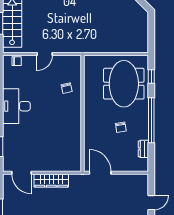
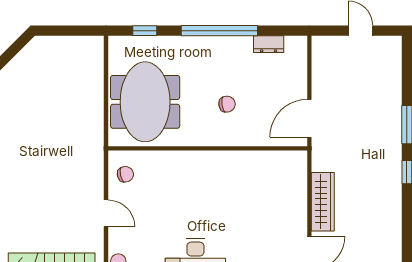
meeting table: (124, 84) -> (145, 102), moved, turned 90
chair: (67, 88) -> (125, 174), moved
chair: (121, 127) -> (227, 104), moved

